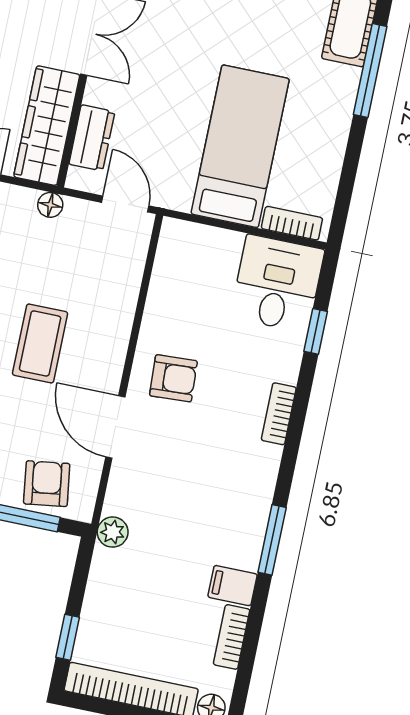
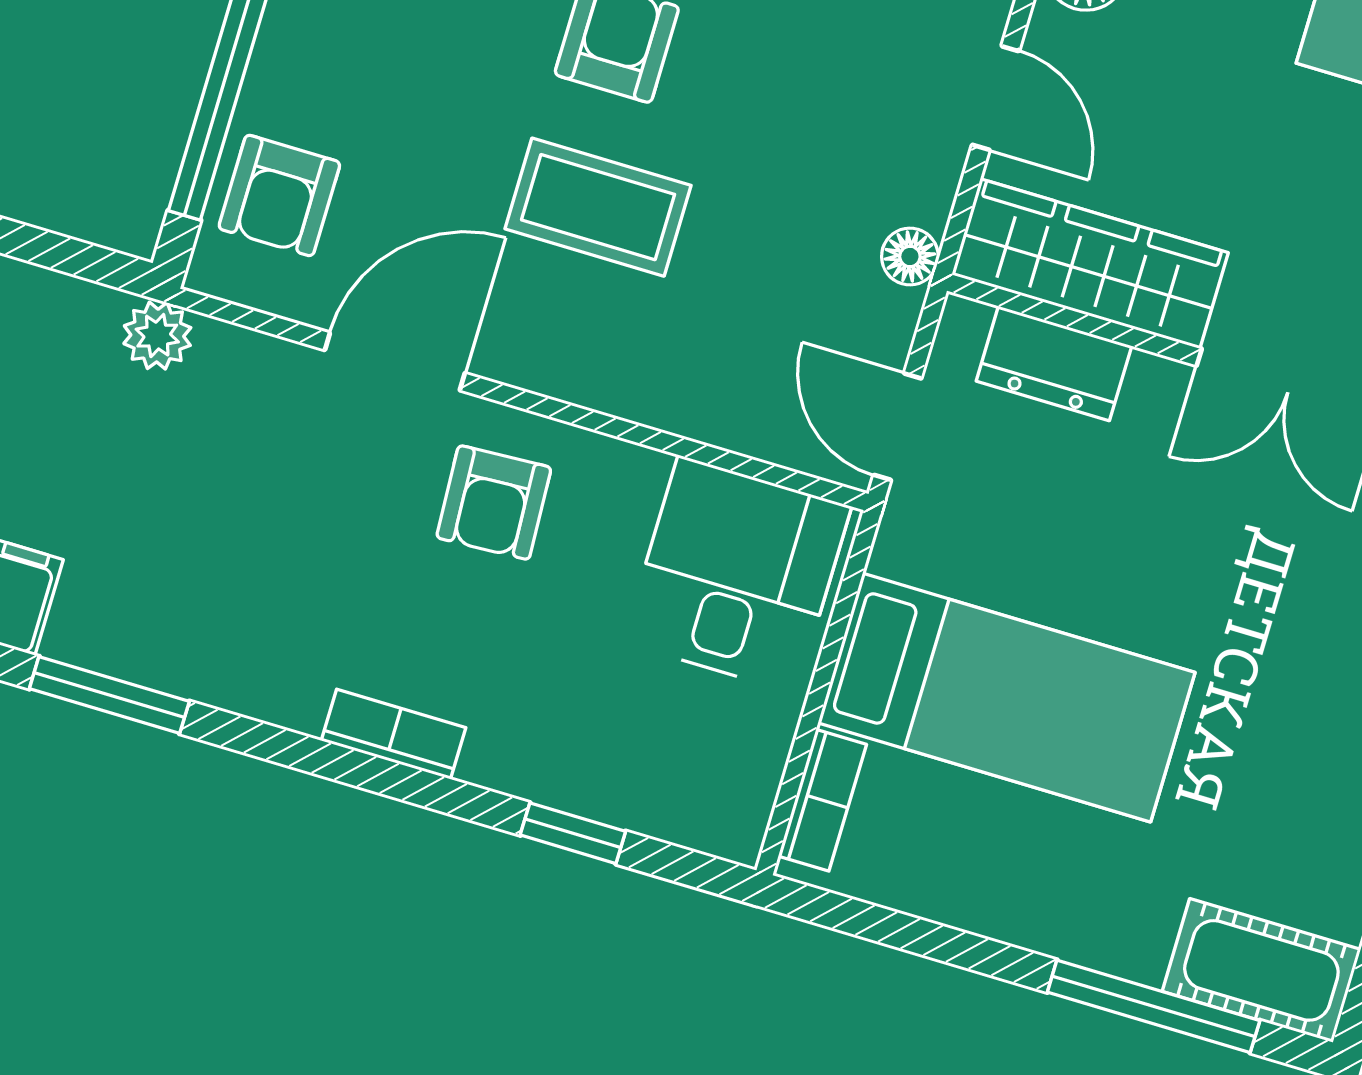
door: (125, 204) -> (898, 427), swing flipped
desk: (277, 284) -> (737, 574), moved, turned -90
armchair: (47, 484) -> (279, 195), turned 98

